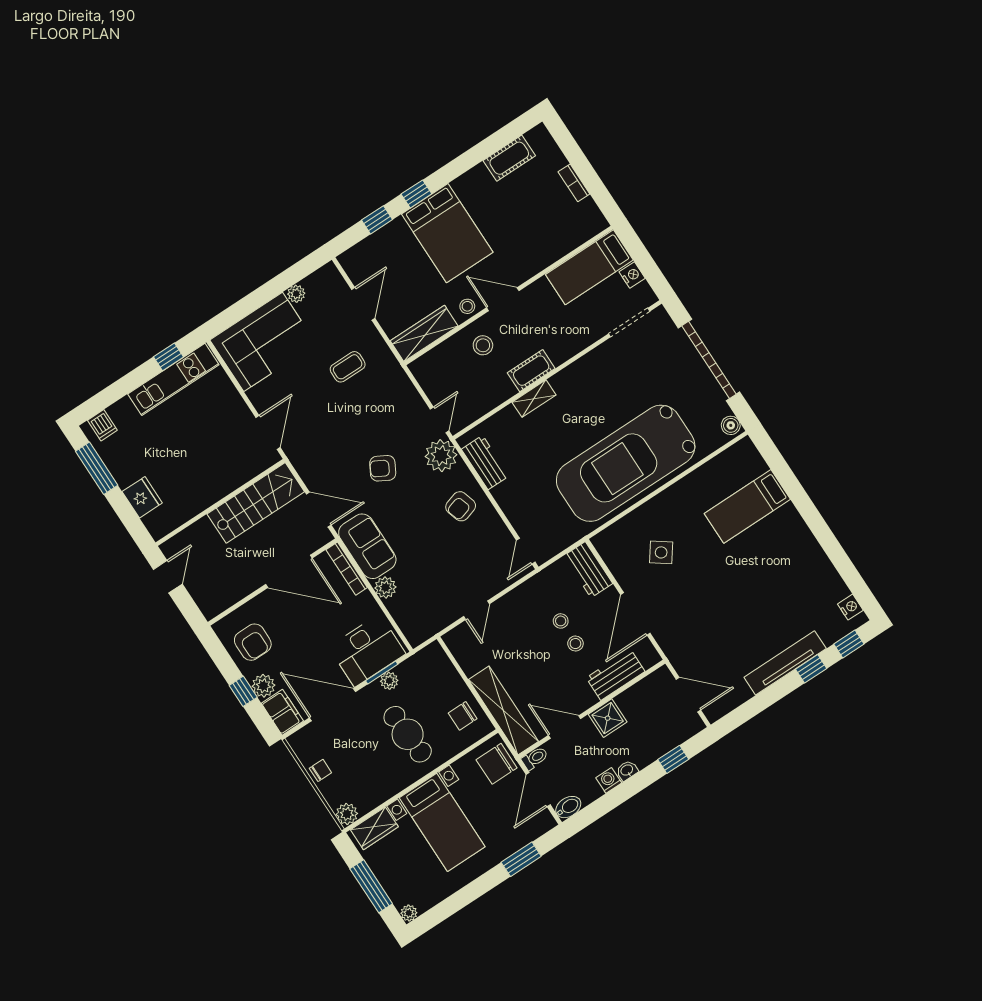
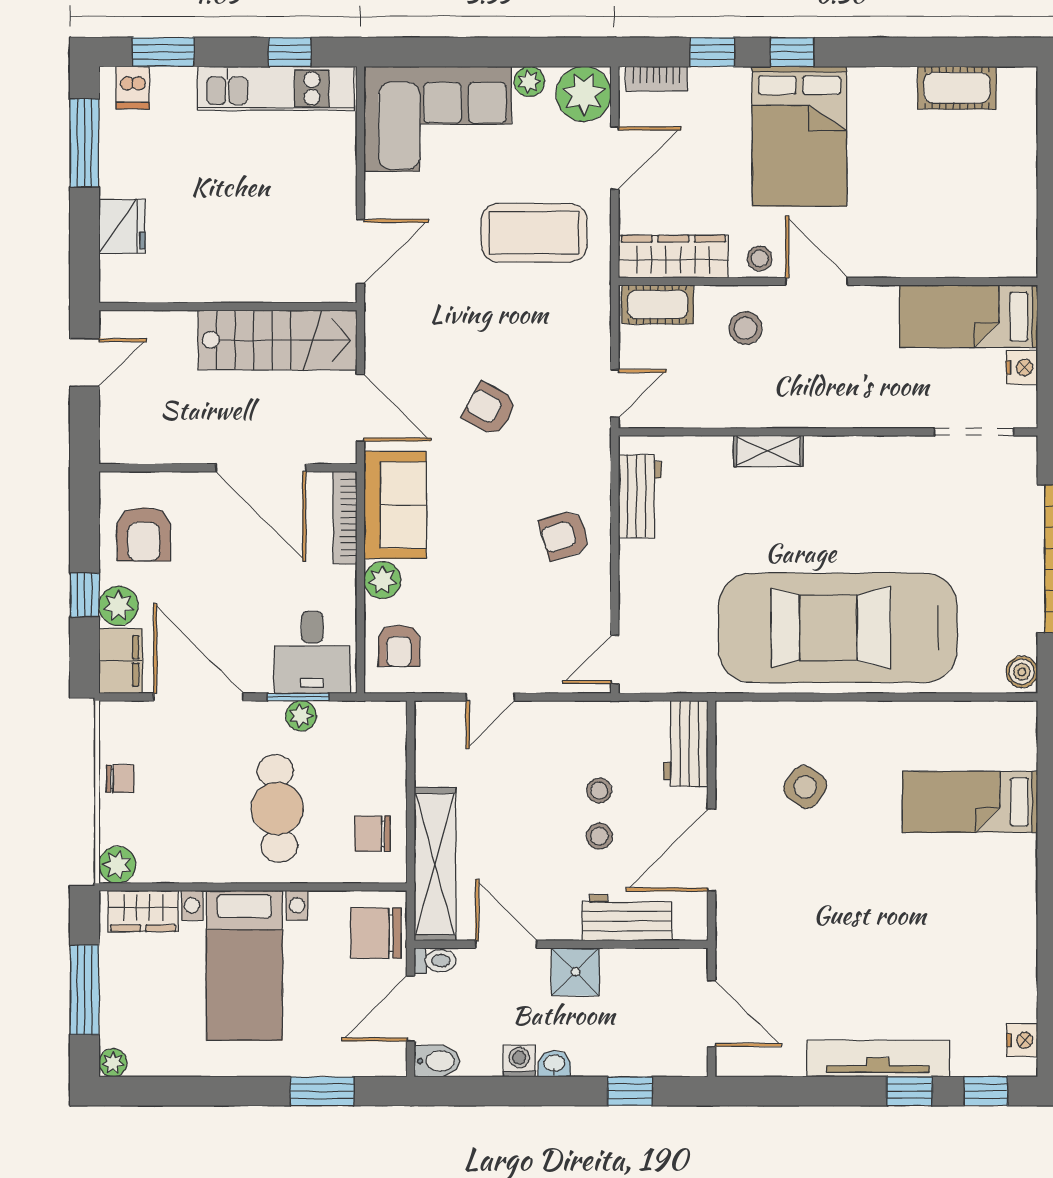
bookcase: (574, 183) -> (657, 79), moved, turned -90
coffee table: (348, 367) -> (534, 233), width x1.86, depth x1.72
cot: (531, 371) -> (658, 304), moved
window: (106, 398) -> (163, 52), added
plant: (441, 456) -> (584, 94), moved
armchair: (415, 614) -> (399, 646), added
desk: (367, 650) -> (312, 652), width x0.73

